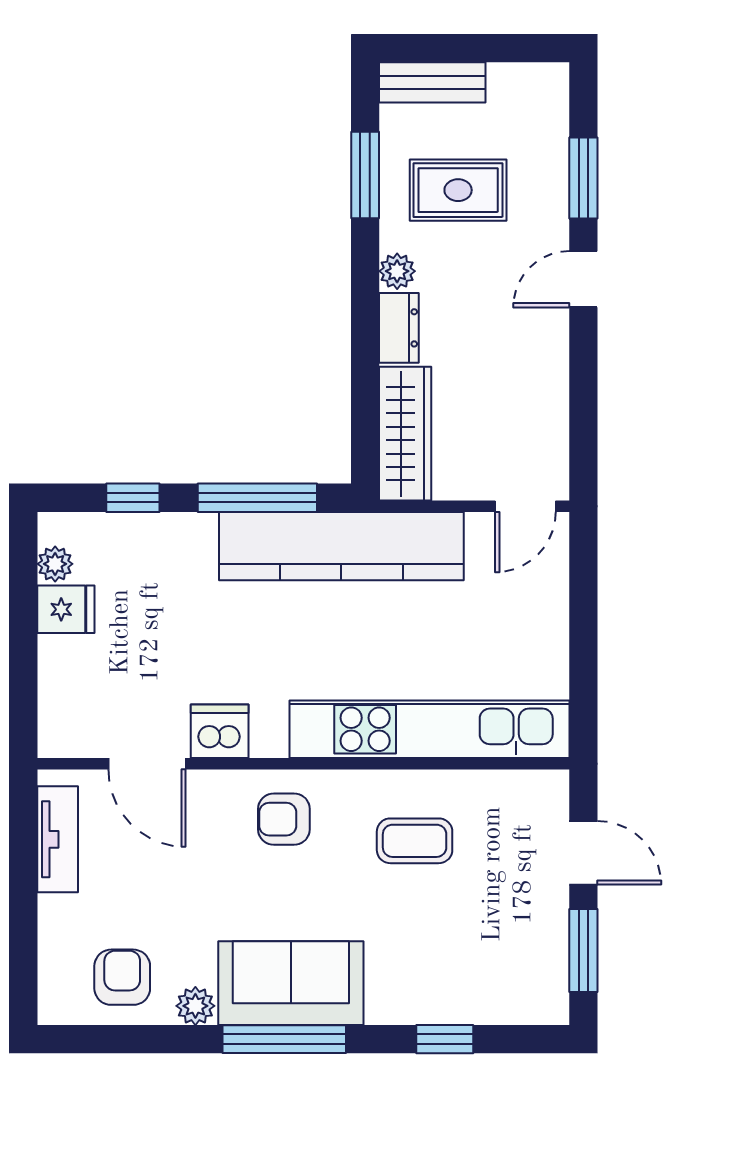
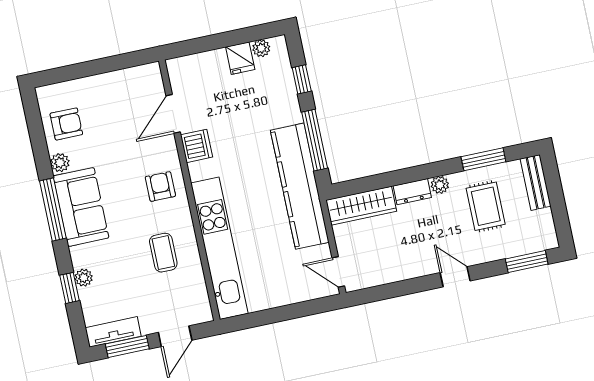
window: (583, 178) -> (527, 262), moved
tv unit: (58, 839) -> (113, 332), moved, turned 180
plant: (431, 1007) -> (84, 278), added

